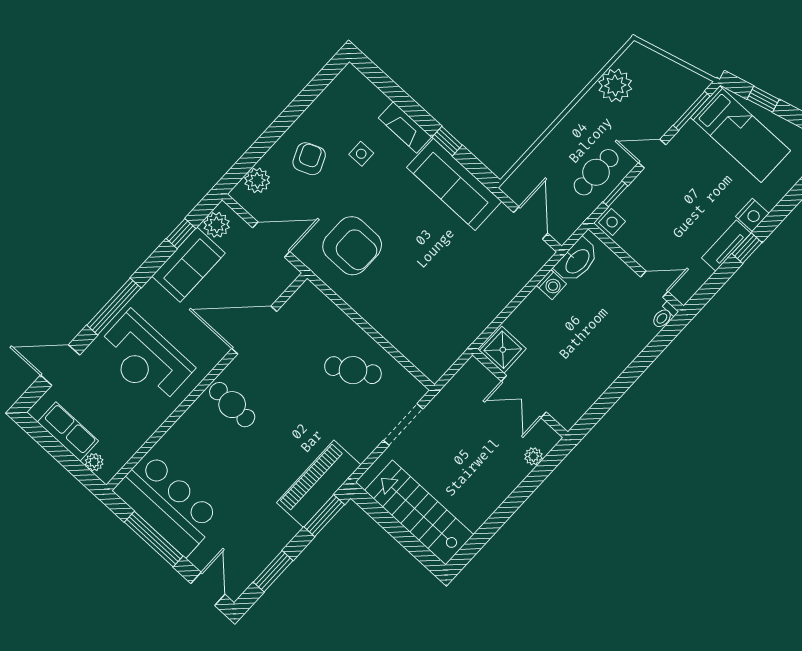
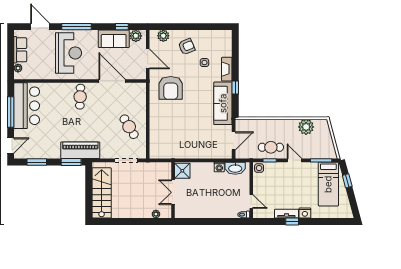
reception desk: (145, 358) -> (69, 53), turned 180

